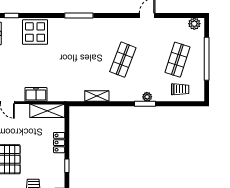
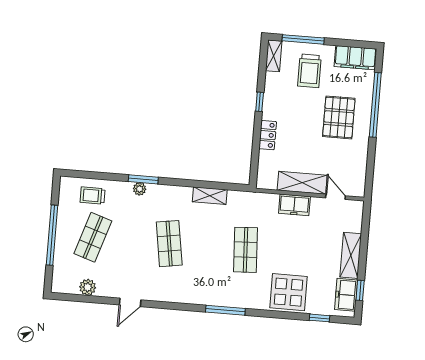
plant: (194, 24) -> (88, 287), moved
shop shelf: (68, 60) -> (246, 250), added
shop shelf: (123, 60) -> (169, 244), turned -30
shelving: (47, 111) -> (302, 183), moved

